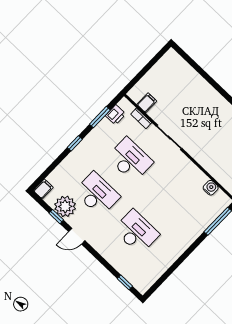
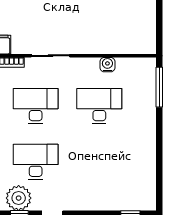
water cooler: (211, 188) -> (107, 65), moved
desk: (136, 232) -> (99, 106), moved

